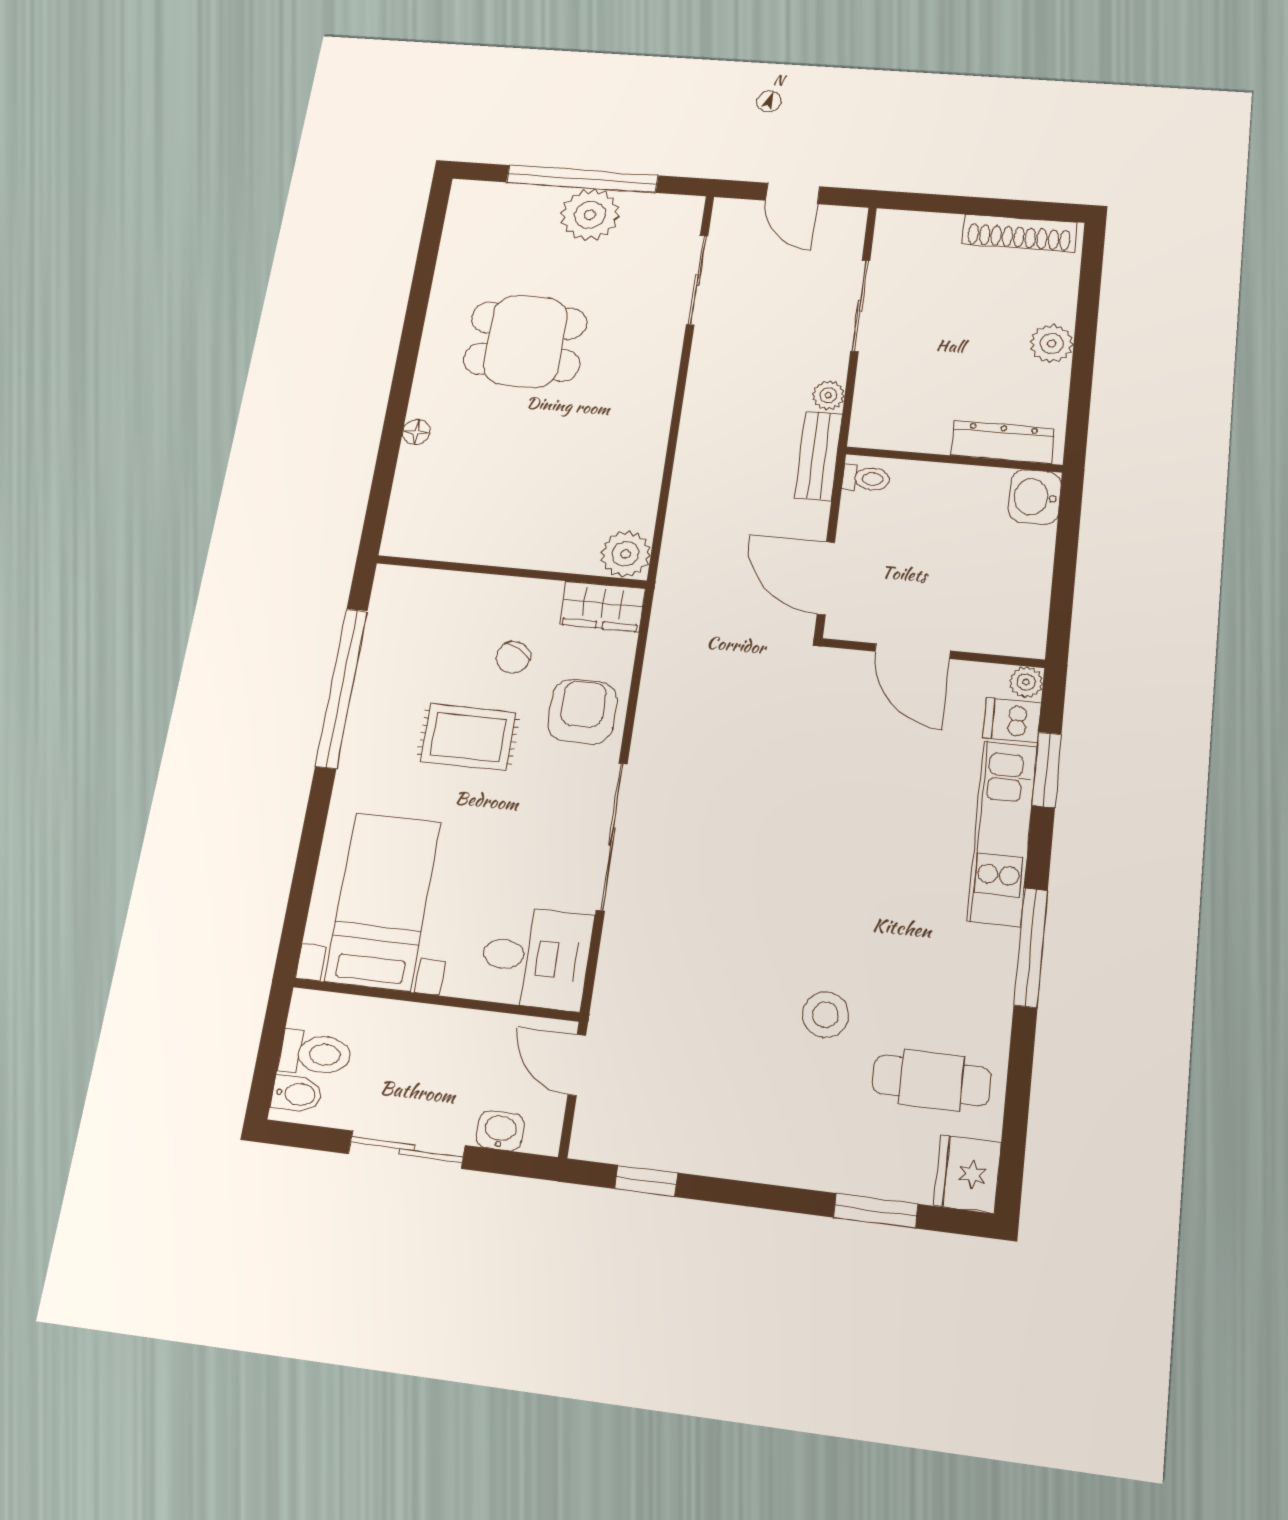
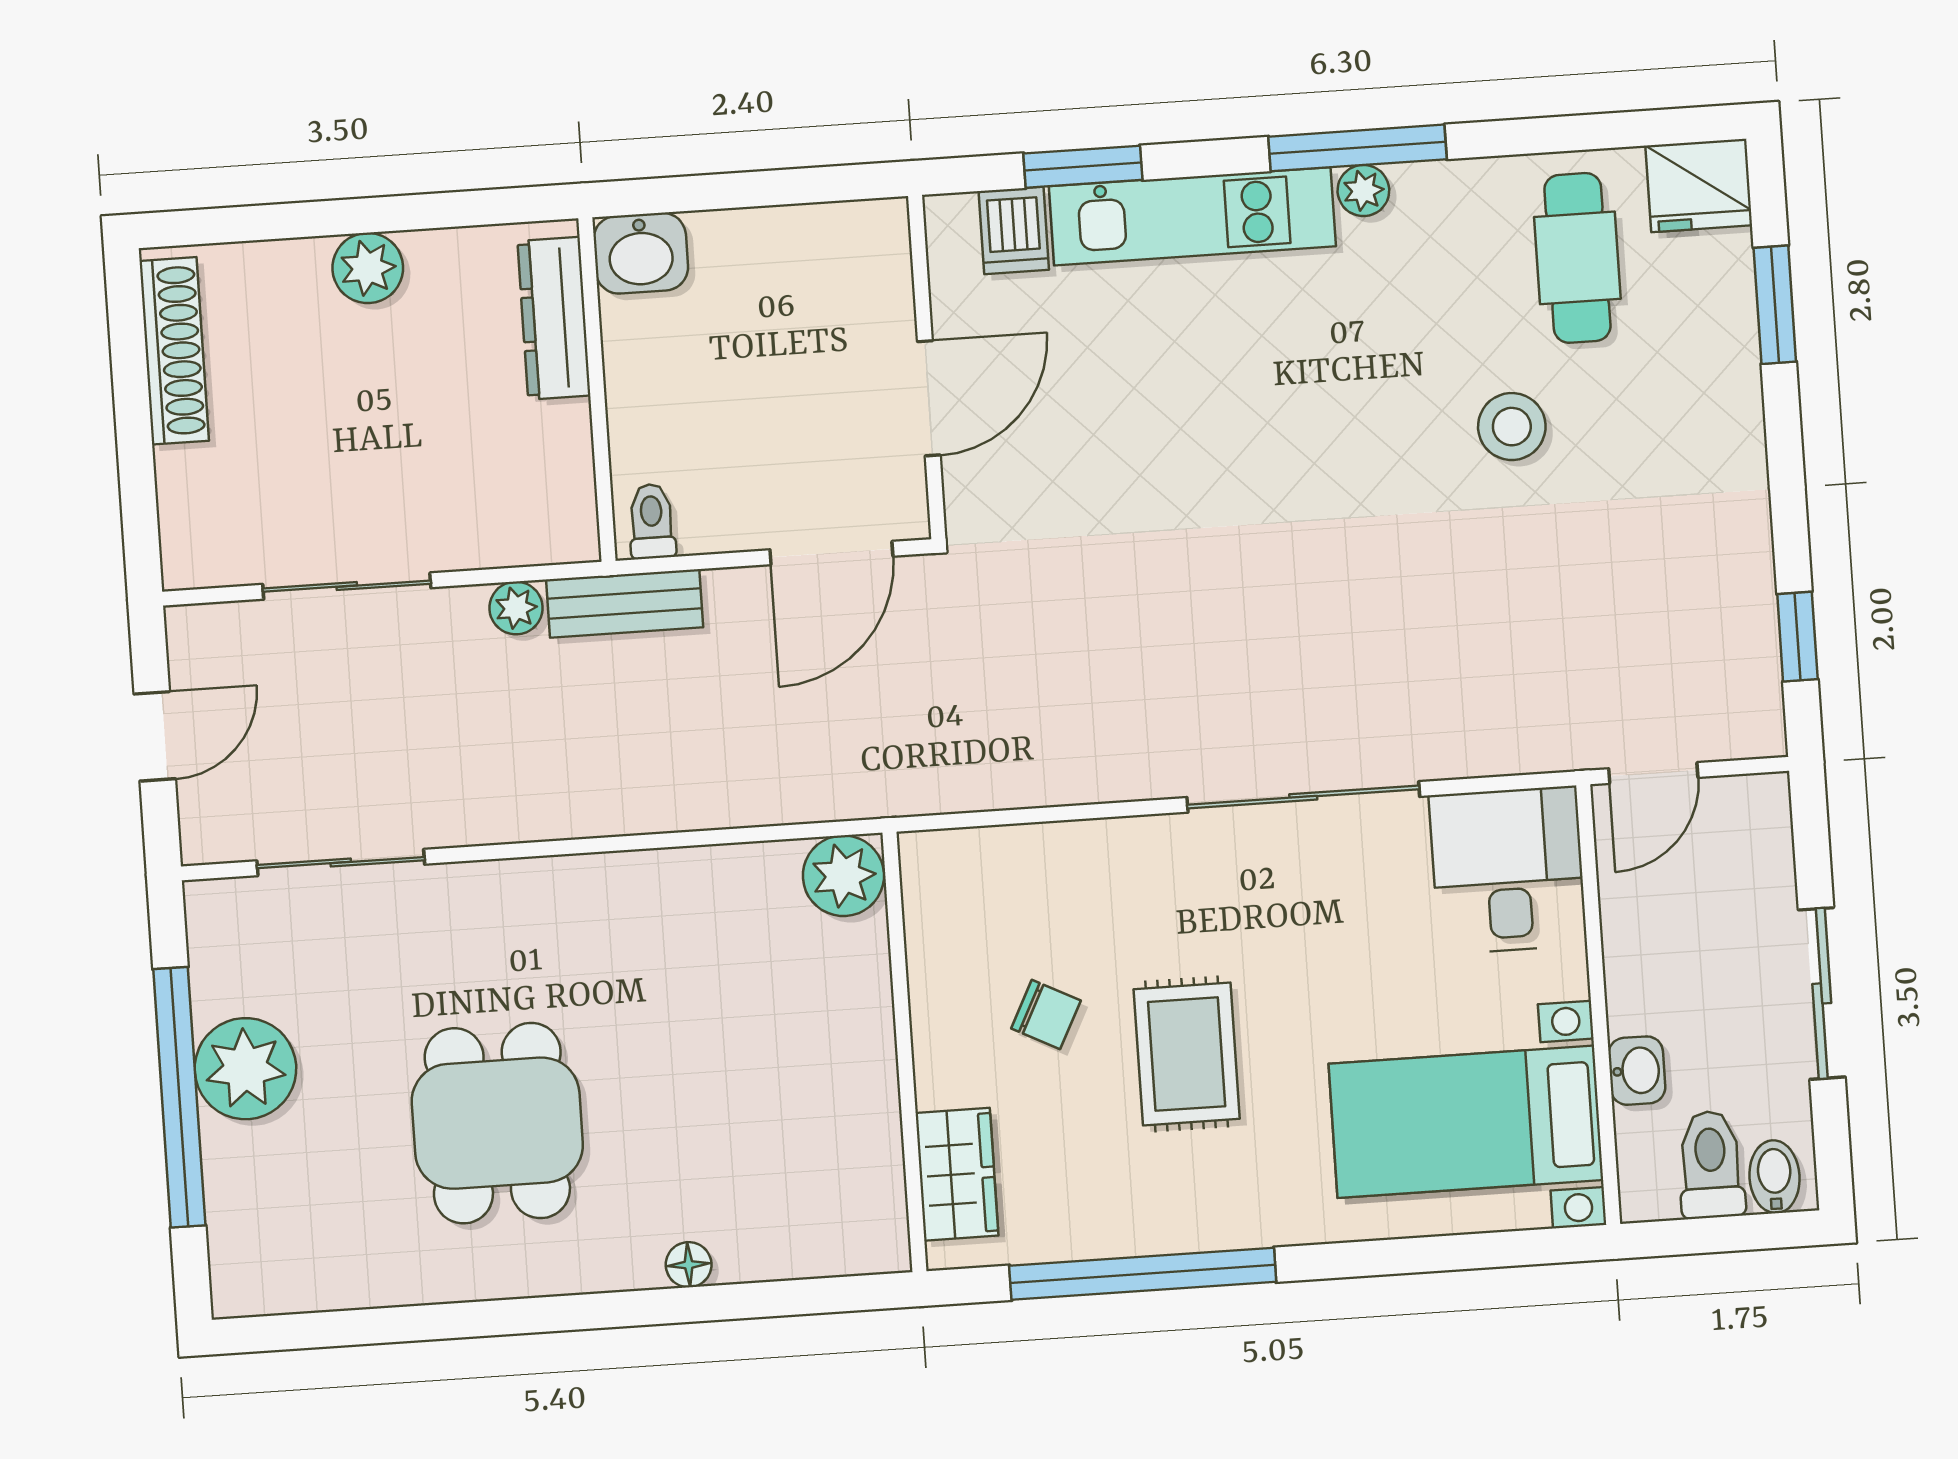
wardrobe: (602, 607) -> (957, 1174), moved
plant: (1026, 682) -> (1363, 191), moved
armchair: (582, 711) -> (1115, 886), removed
washbasin: (500, 1131) -> (1637, 1071), moved, turned 180

